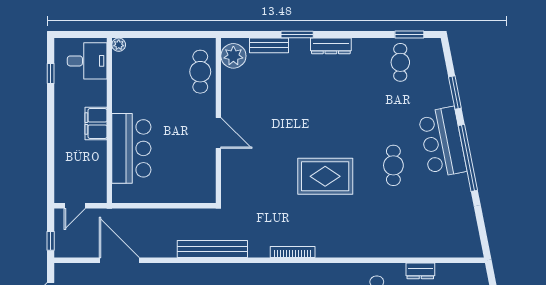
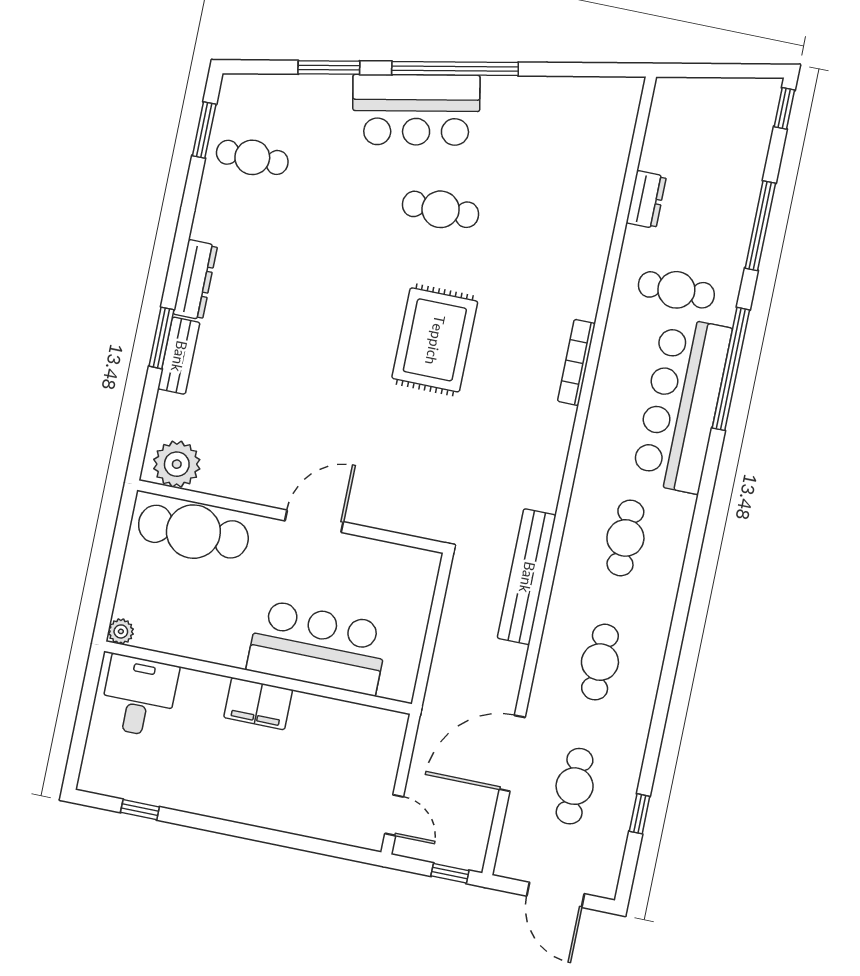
plant: (119, 45) -> (121, 631), moved
bench: (269, 45) -> (179, 356), moved
desk: (87, 61) -> (139, 696), moved
cafe table: (200, 72) -> (193, 532), width x1.37, depth x1.35
wall: (109, 121) -> (258, 678), moved
filing cabinet: (96, 123) -> (258, 704), moved
bar counter: (131, 148) -> (318, 647), moved
bookcase: (293, 252) -> (576, 362), moved

